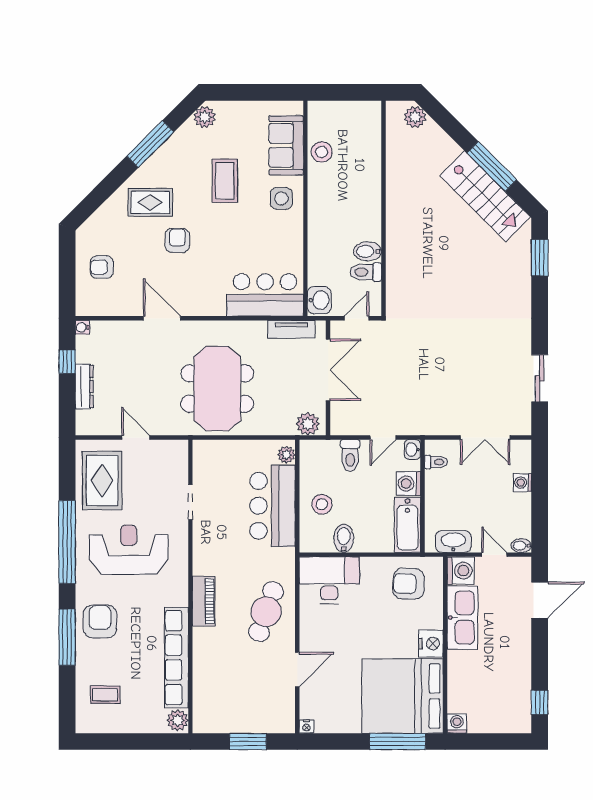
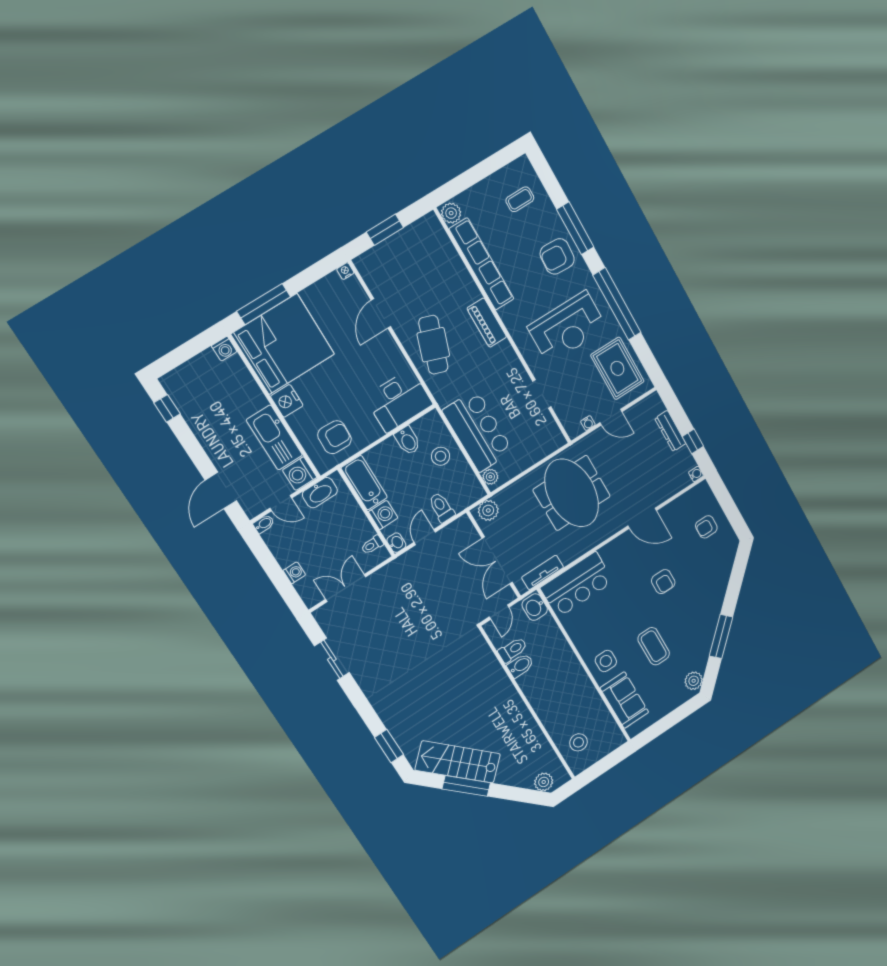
stool: (322, 152) -> (578, 742), moved
rug: (150, 202) -> (698, 596), removed
armchair: (102, 267) -> (706, 527), turned 180
water cooler: (162, 446) -> (588, 423), added
armchair: (100, 622) -> (557, 256), turned 93

